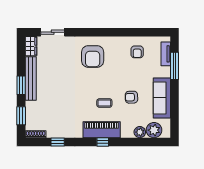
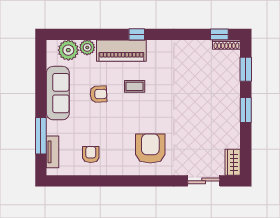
bench: (31, 79) -> (233, 119), removed
piano: (102, 130) -> (121, 51), moved
window: (58, 142) -> (219, 34), moved

